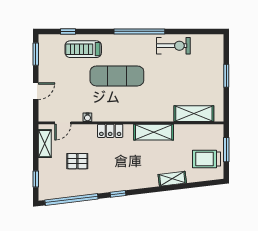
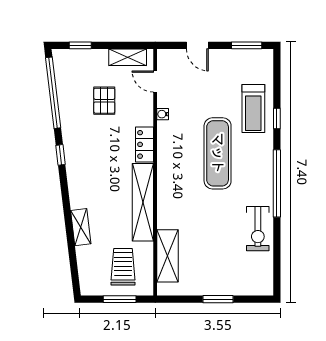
window: (68, 31) -> (277, 119), moved
treadmill: (83, 49) -> (253, 108), turned 180
shelving: (154, 132) -> (143, 202), width x1.47
trolley: (206, 159) -> (123, 267), moved

